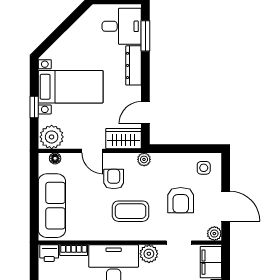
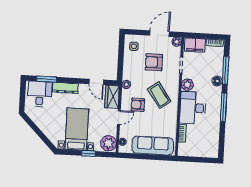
armchair: (181, 200) -> (154, 62), turned 180
coffee table: (131, 211) -> (159, 95), turned -35
printer: (49, 253) -> (183, 149), removed

